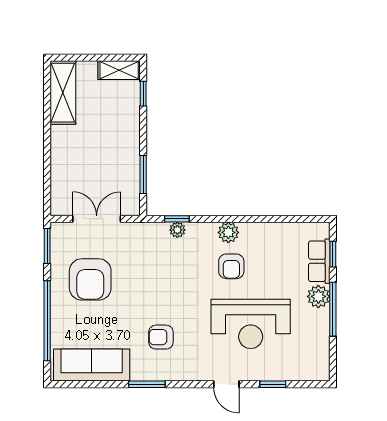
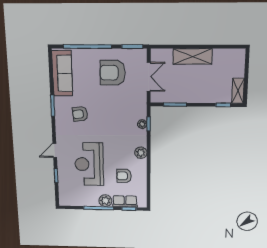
shelving: (63, 93) -> (192, 56), moved
armchair: (231, 266) -> (124, 176), moved
armchair: (161, 337) -> (80, 114), turned -97

